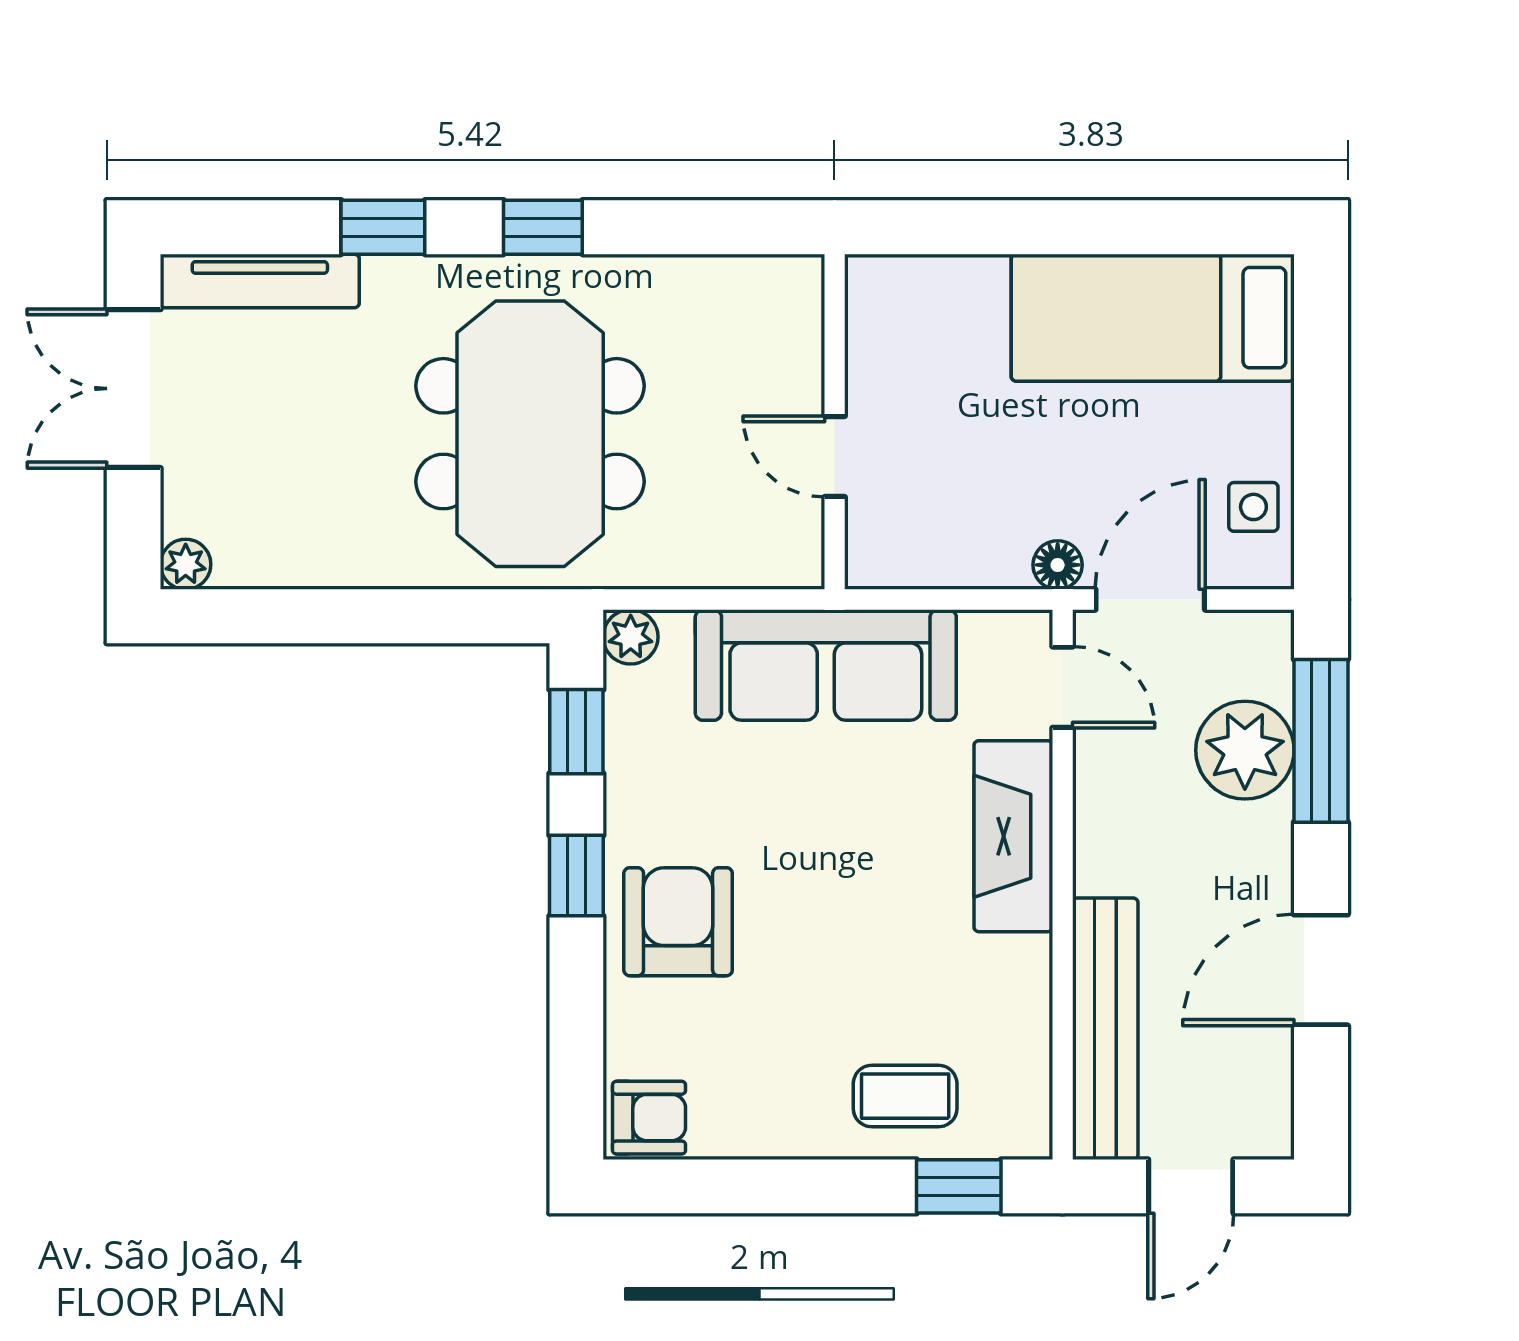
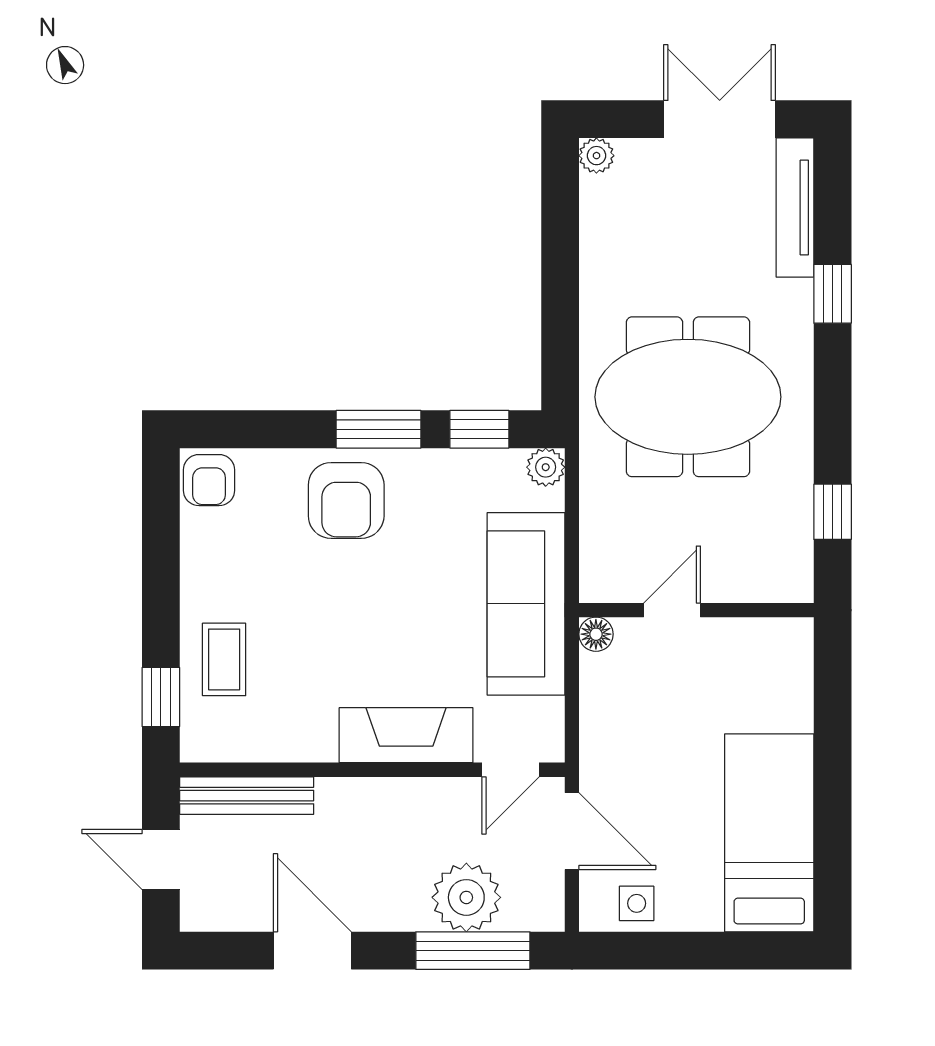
window: (543, 227) -> (833, 512), moved
floor lamp: (1058, 565) -> (596, 634), moved
window: (576, 876) -> (379, 429), width x1.50
armchair: (678, 922) -> (346, 500), turned 90
bench: (1105, 1029) -> (247, 796), width x0.73, depth x0.82

